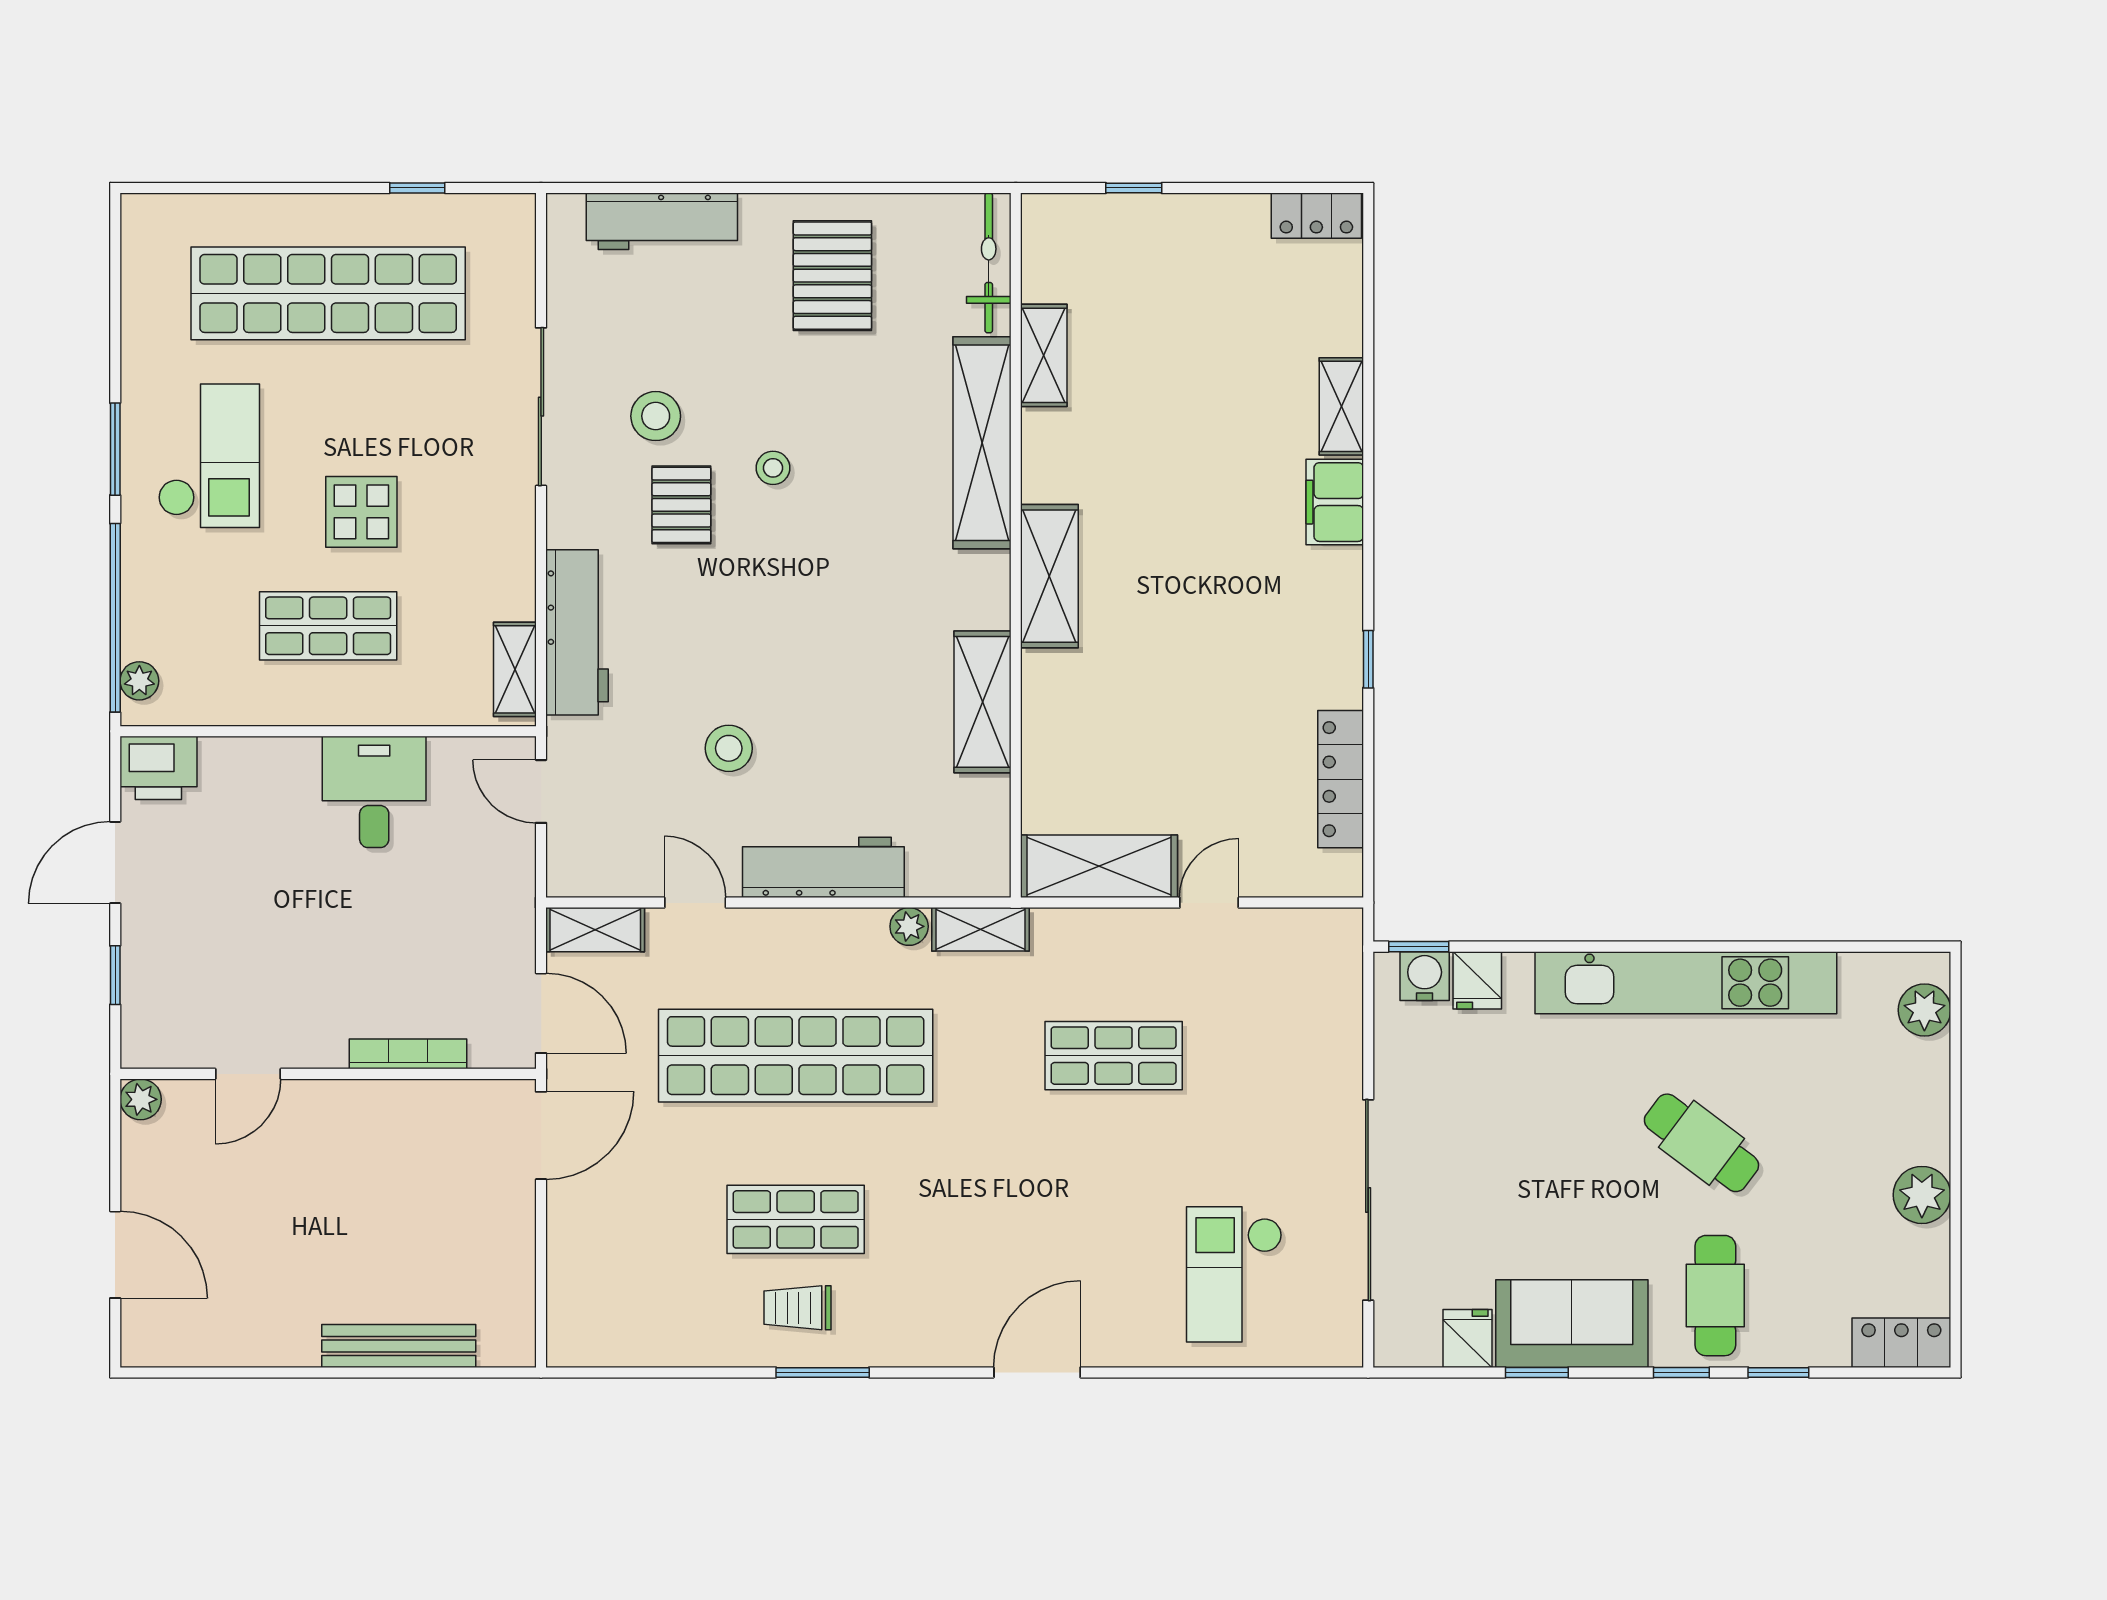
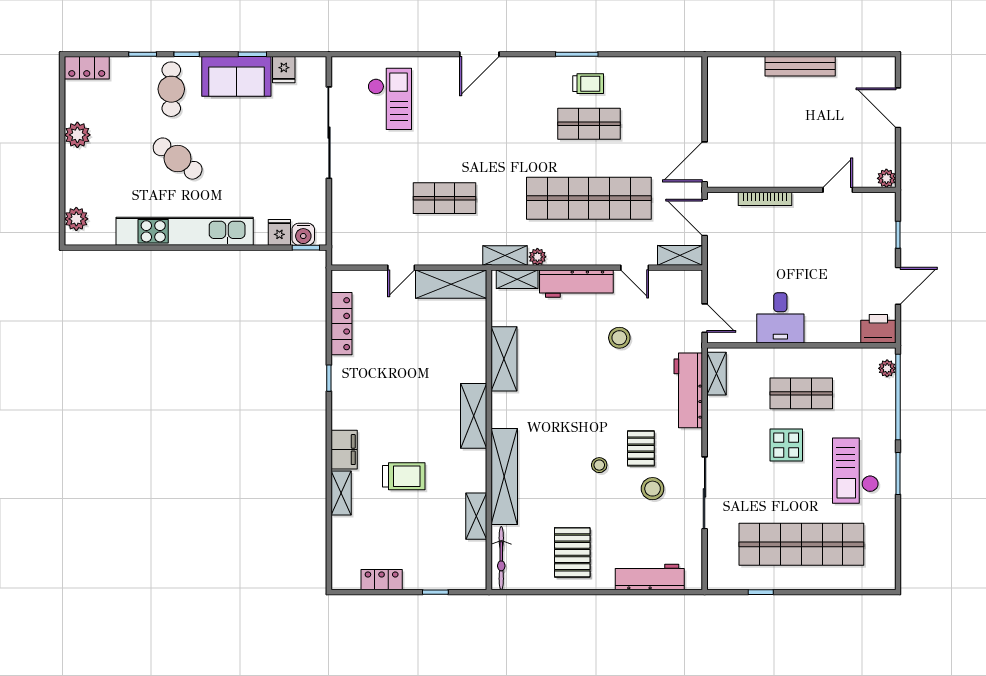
locker: (1316, 216) -> (382, 580), moved
trolley: (1203, 443) -> (404, 476), added
shelving: (954, 877) -> (517, 279), added
bench: (399, 1346) -> (800, 66), moved

